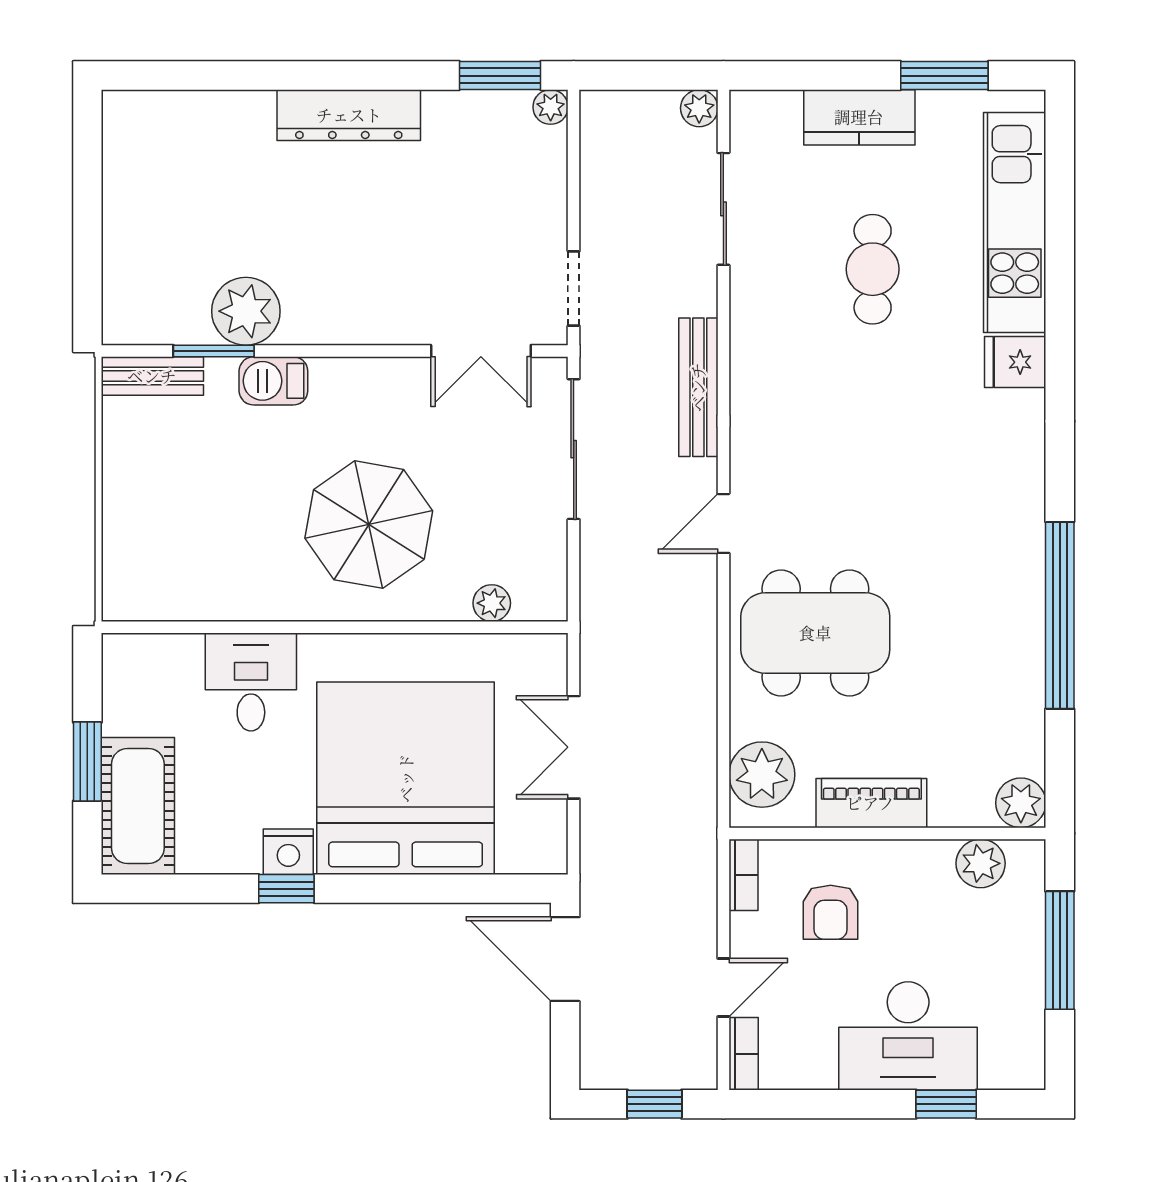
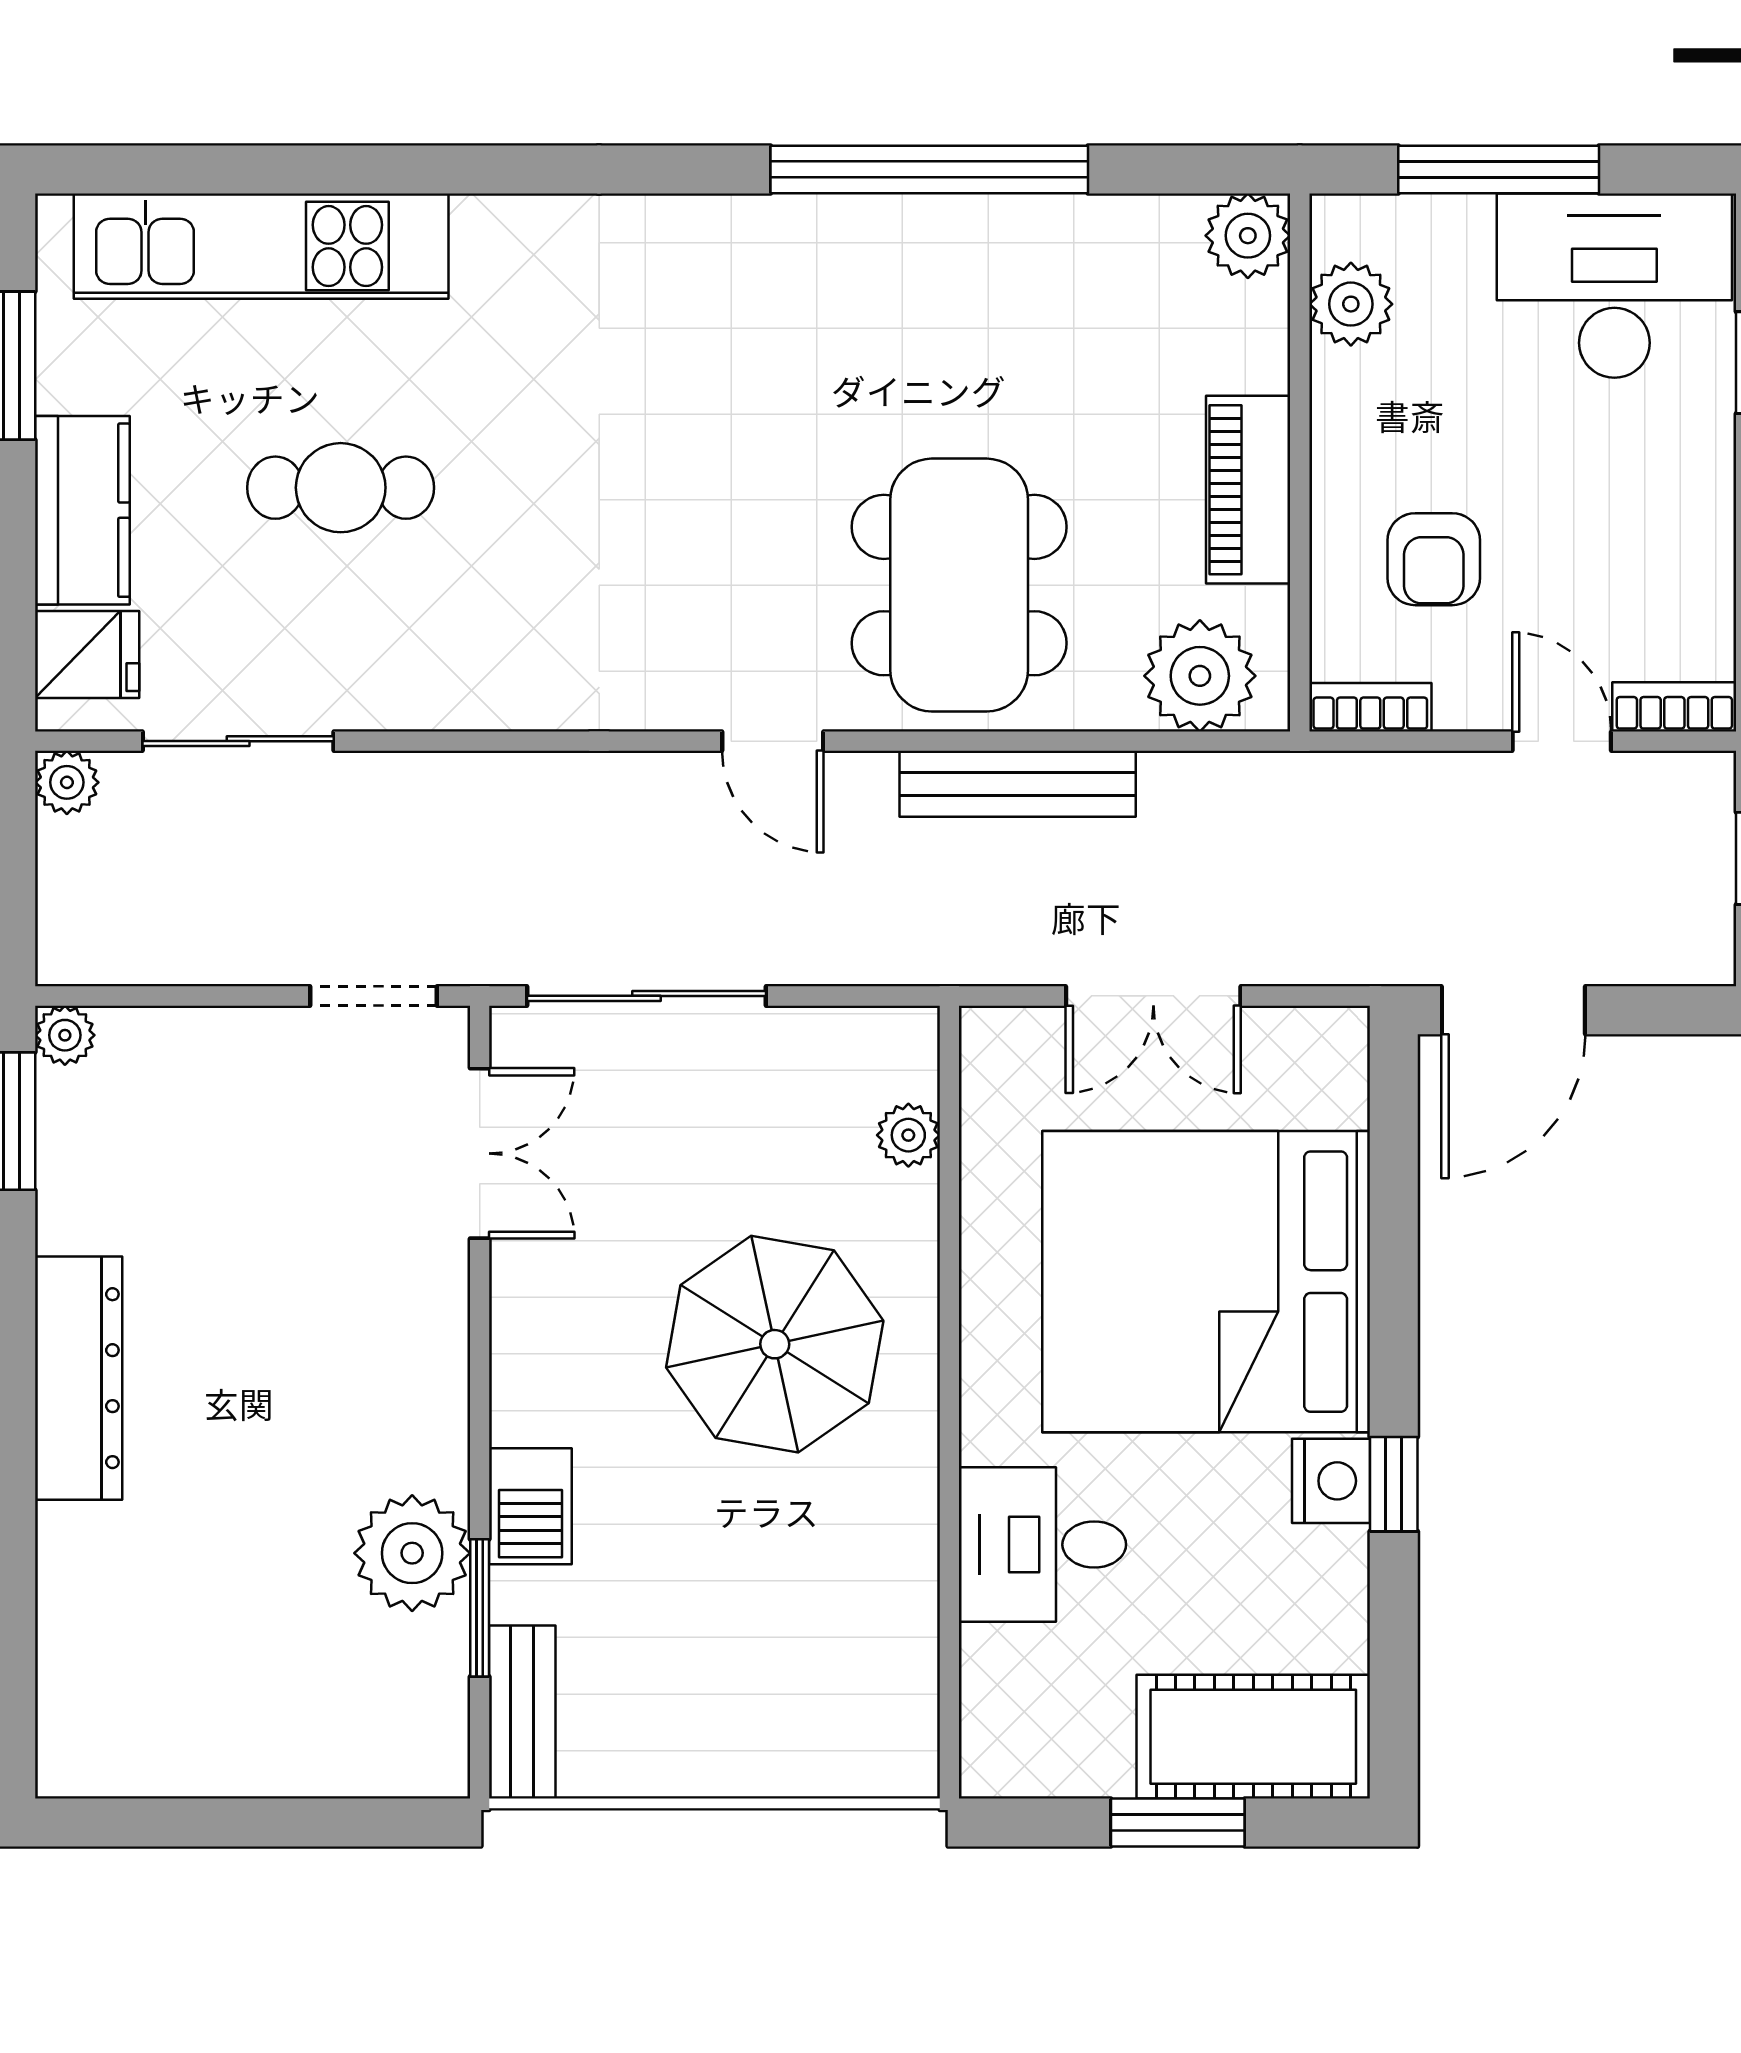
fridge: (1015, 362) -> (87, 654), moved, turned -90
bench: (698, 387) -> (1018, 784), moved
armchair: (831, 912) -> (1434, 559), turned 90
desk: (908, 1036) -> (1614, 286), moved, turned -90

